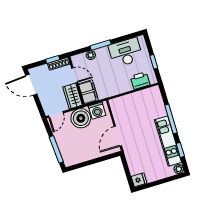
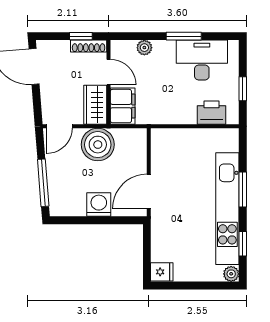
window: (101, 45) -> (184, 36), moved
washing machine: (97, 111) -> (99, 204), moved, turned 180
window: (171, 119) -> (243, 190), width x0.69
kitchen unit: (168, 141) -> (227, 209), width x1.36

